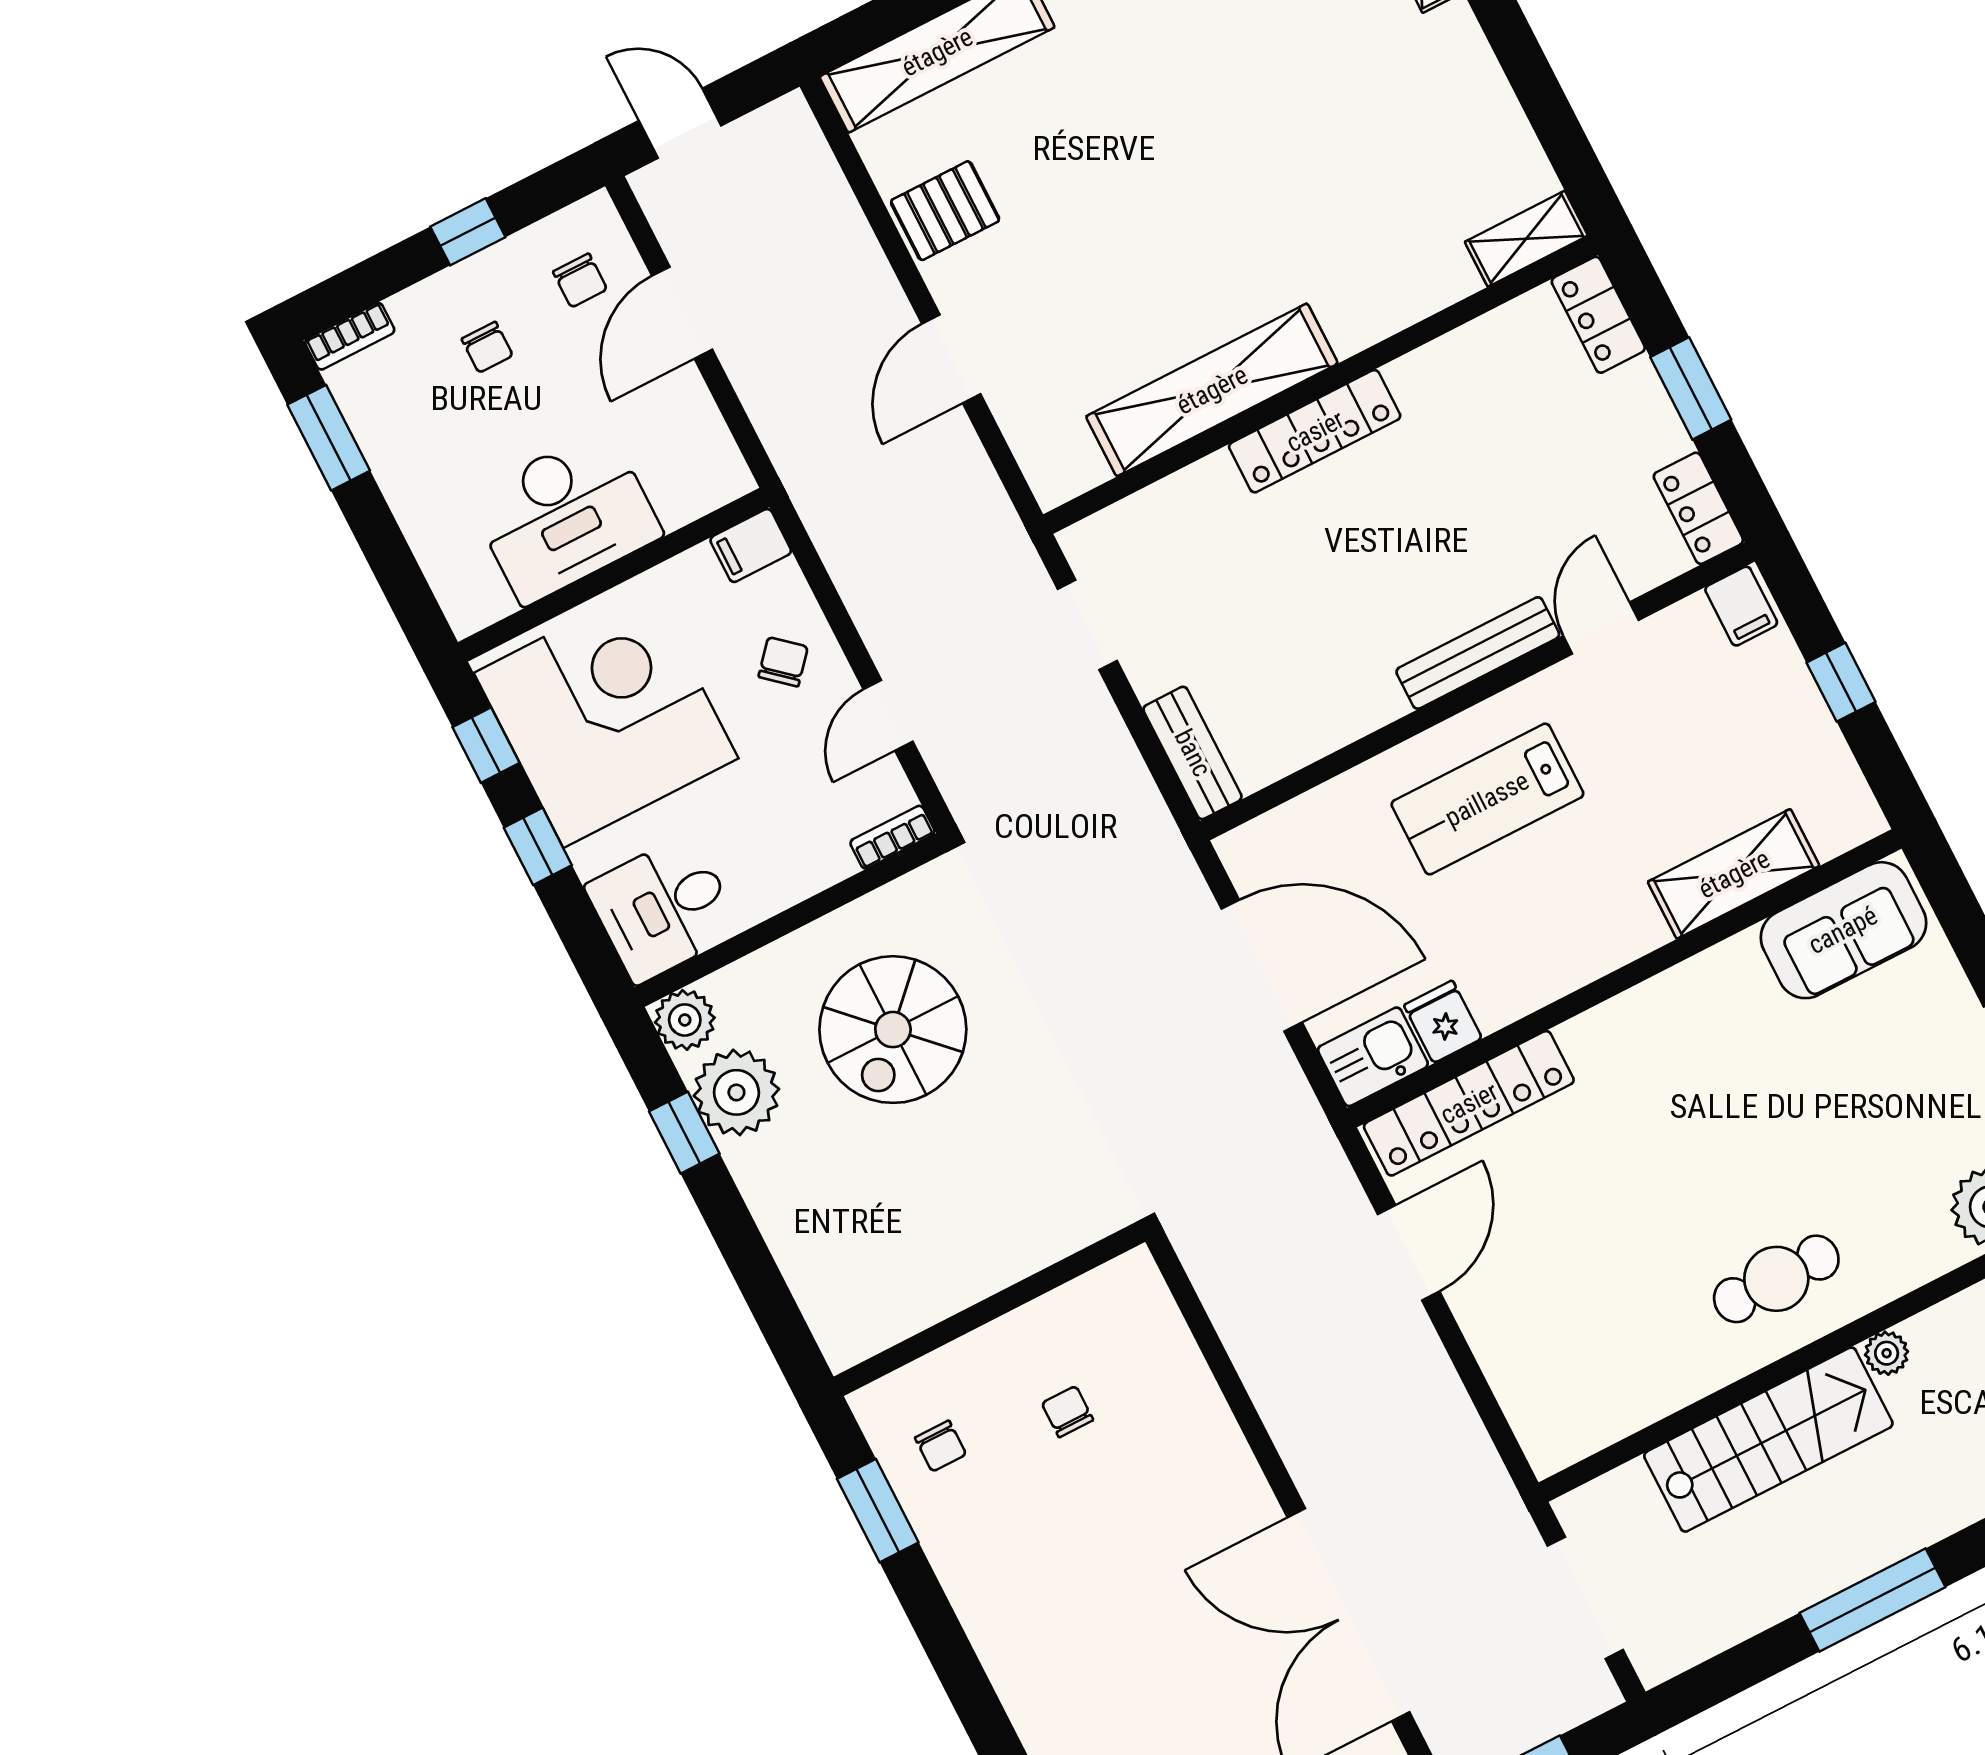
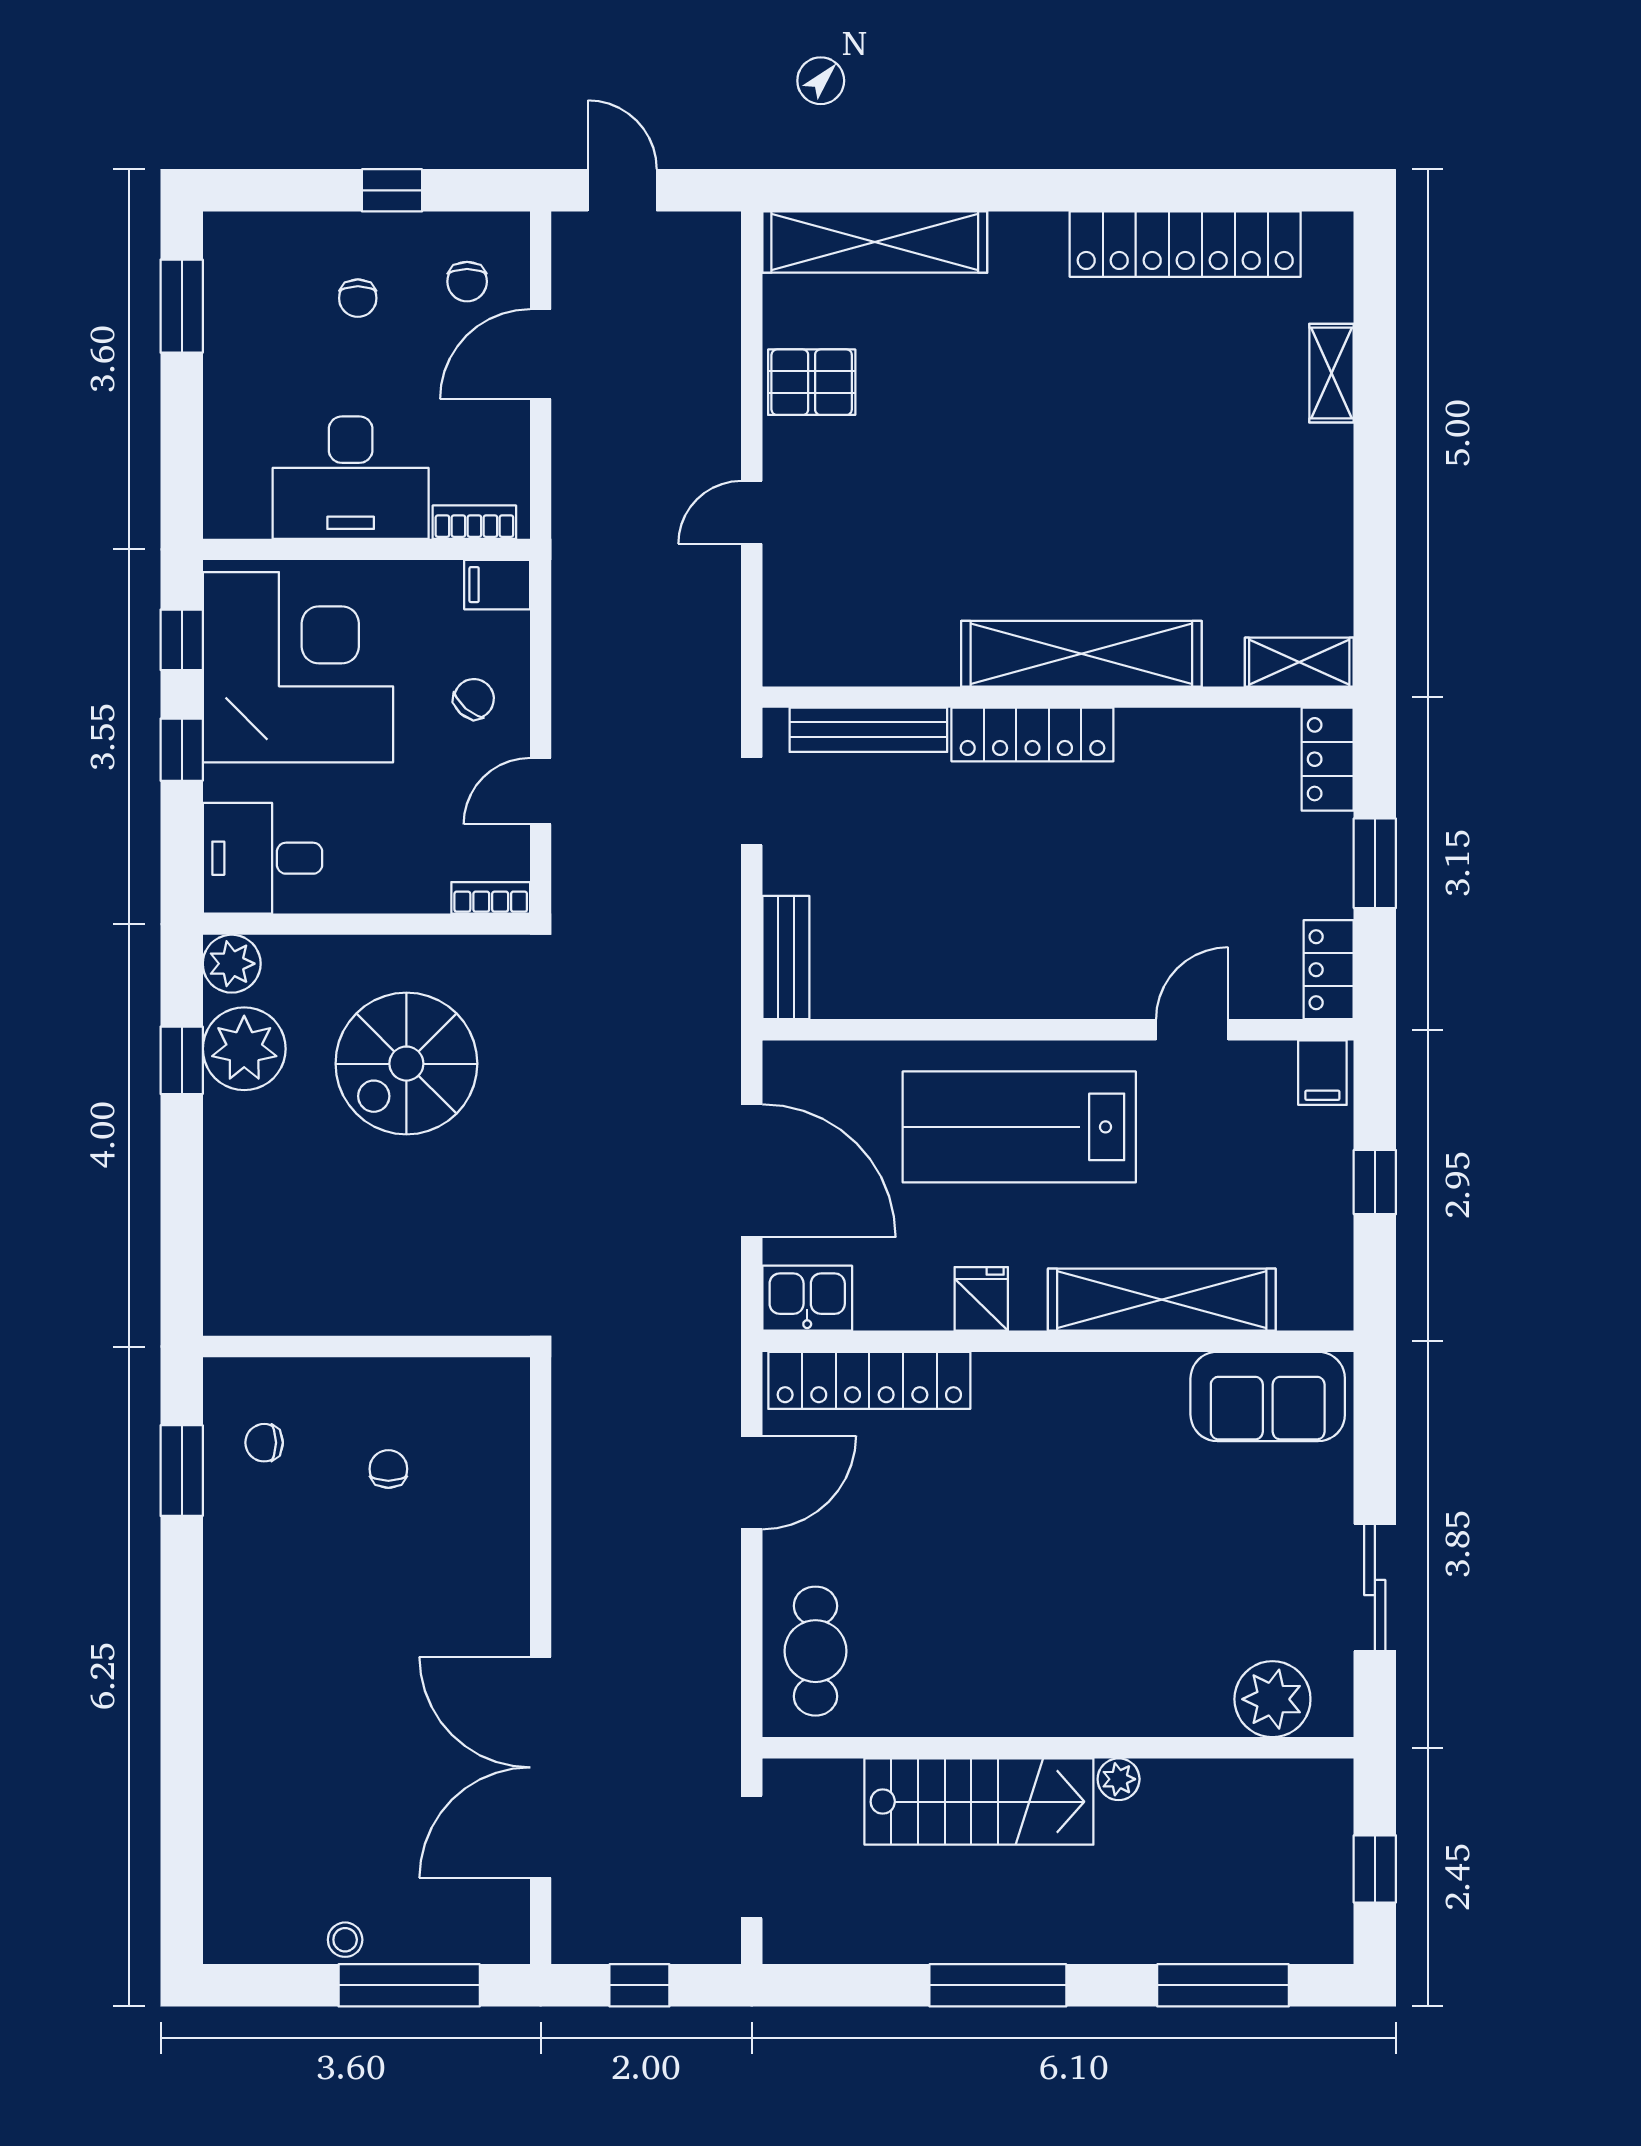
bookcase: (350, 336) -> (474, 522), moved, turned 180
door: (951, 359) -> (752, 512), width x0.73
shelving: (1212, 390) -> (1081, 654), moved
bench: (1478, 653) -> (868, 730), moved
lab bench: (1487, 799) -> (1019, 1127), width x1.36, depth x1.39
shelving: (1734, 874) -> (1162, 1300), width x1.47
fridge: (1443, 1022) -> (981, 1299), moved
cafe table: (1776, 1279) -> (815, 1651), moved, turned 90
chair: (941, 1446) -> (264, 1443), turned 90

